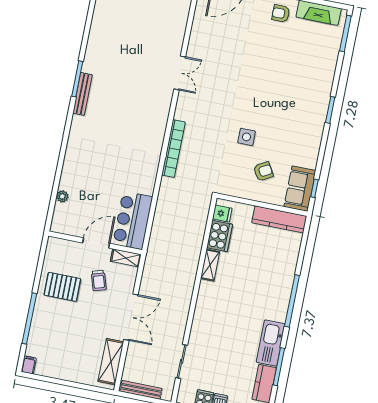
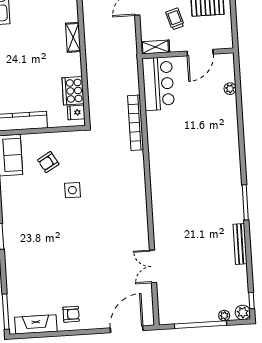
double door: (180, 73) -> (153, 266), moved
bench: (82, 94) -> (240, 244), moved
bookcase: (173, 149) -> (136, 123), moved
door: (96, 243) -> (200, 53), moved
shelving: (210, 265) -> (73, 37), moved

